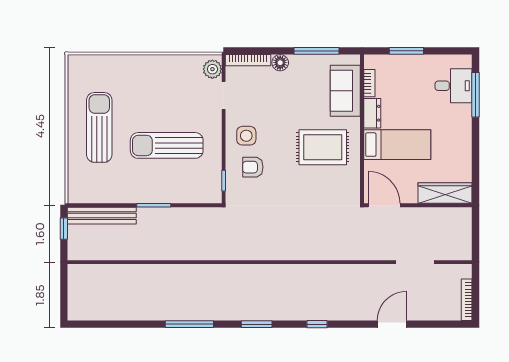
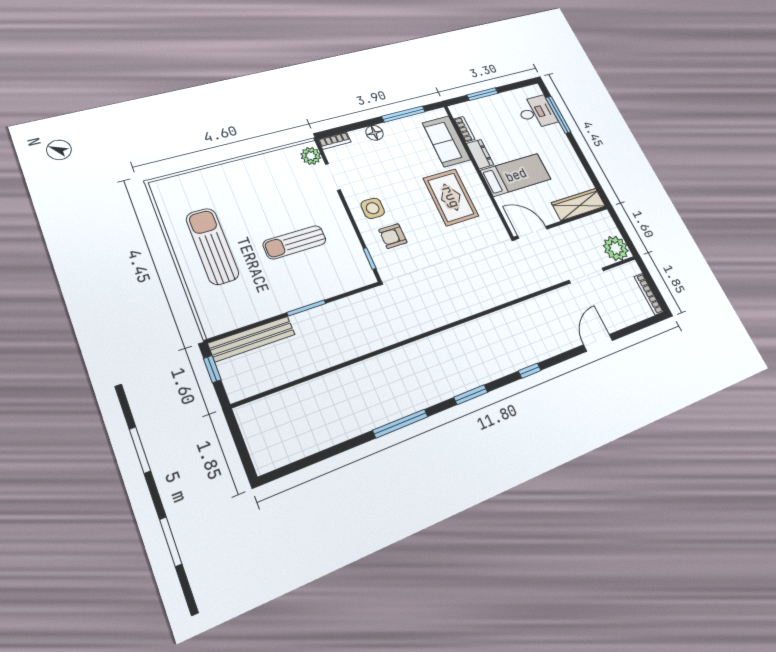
bookcase: (248, 60) -> (335, 141), width x0.64
sun lounger: (167, 145) -> (295, 242), width x0.73, depth x0.75
rug: (323, 147) -> (451, 197), turned 90
plant: (459, 247) -> (616, 248), added

